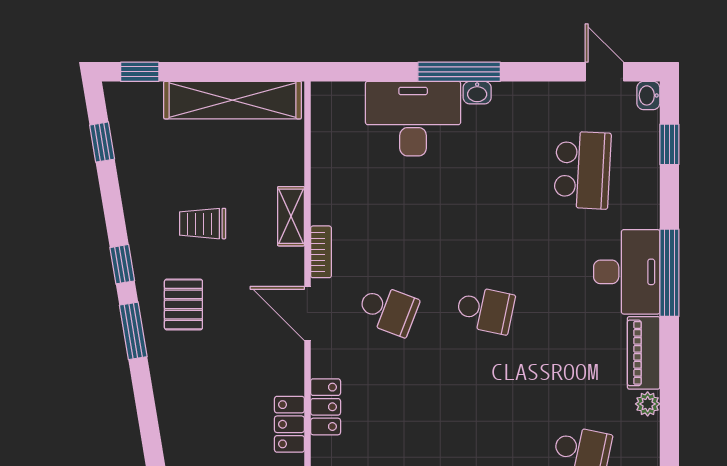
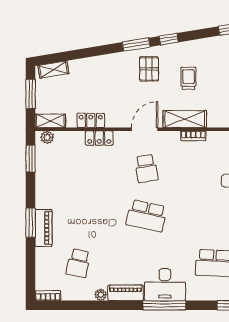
shelving: (291, 216) -> (185, 119), width x1.50, depth x1.33
bookcase: (321, 252) -> (193, 136), moved
pallet: (183, 304) -> (149, 69), turned 90
school desk: (388, 310) -> (146, 168), turned -30
school desk: (485, 310) -> (146, 216), width x1.85

